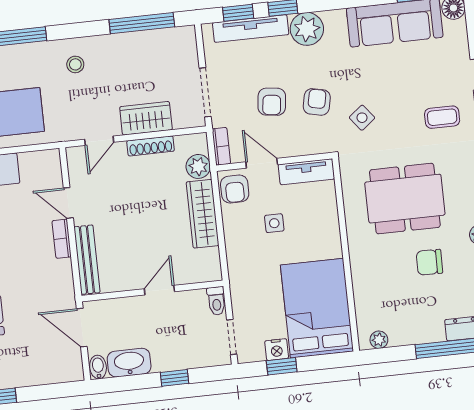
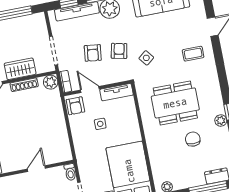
plant: (198, 166) -> (51, 82), moved
wardrobe: (203, 214) -> (58, 122), removed
chair: (429, 262) -> (193, 139), turned 89

